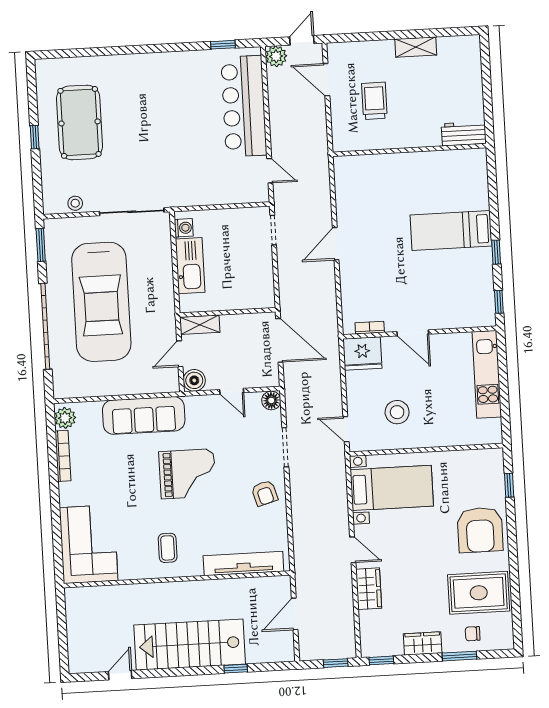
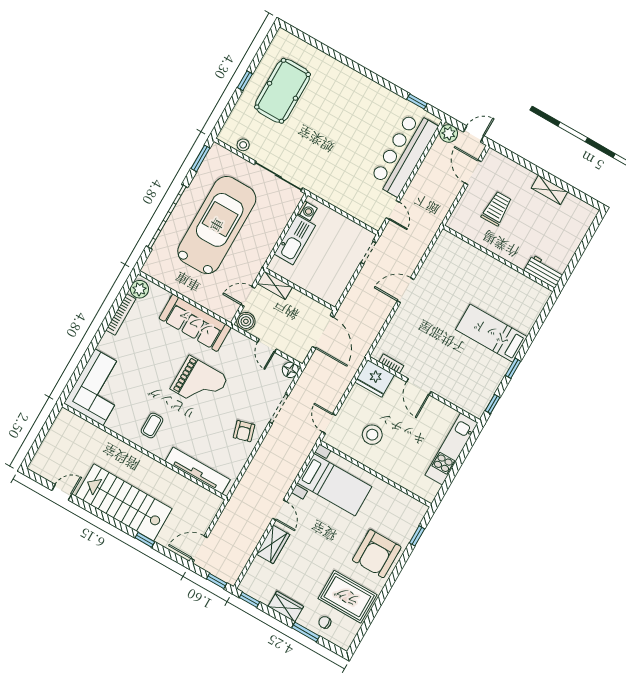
car: (101, 302) -> (217, 225), turned 180
door: (295, 614) -> (199, 548), moved

